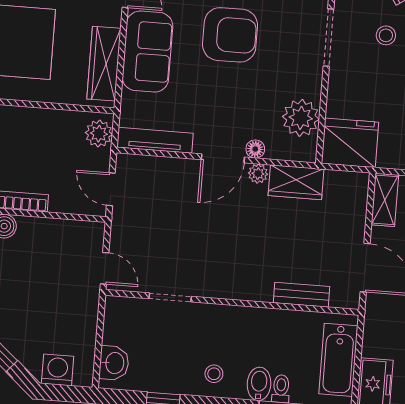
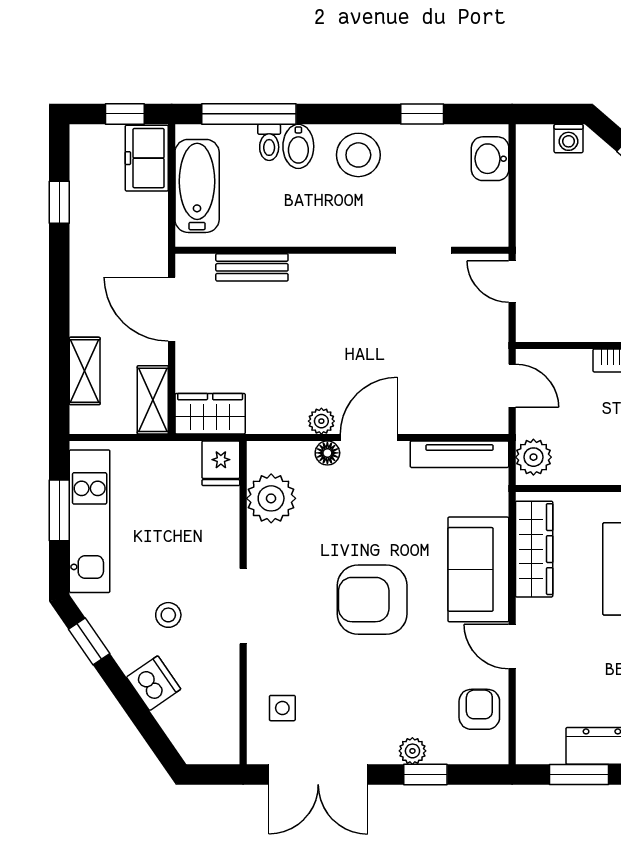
fridge: (350, 143) -> (221, 463), width x0.53, depth x0.75
wardrobe: (296, 182) -> (210, 414), moved
washing machine: (58, 370) -> (569, 138), width x0.73, depth x0.73
stool: (214, 374) -> (358, 155), width x1.89, depth x1.89

